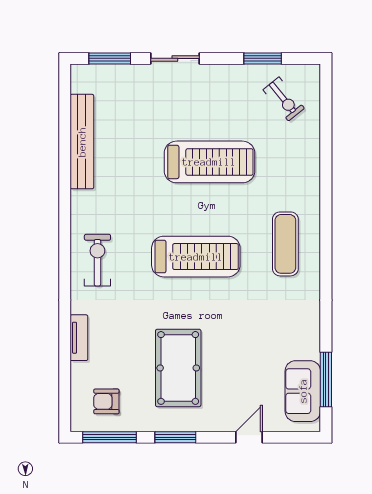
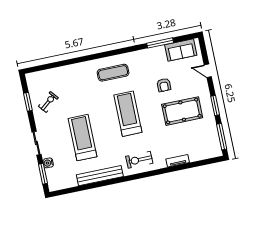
water cooler: (130, 74) -> (48, 163), added
exercise bike: (284, 99) -> (48, 102), moved
bench: (82, 142) -> (100, 176), moved
treadmill: (209, 162) -> (83, 138), moved
window: (326, 379) -> (160, 43), moved
armchair: (106, 401) -> (164, 85), moved

